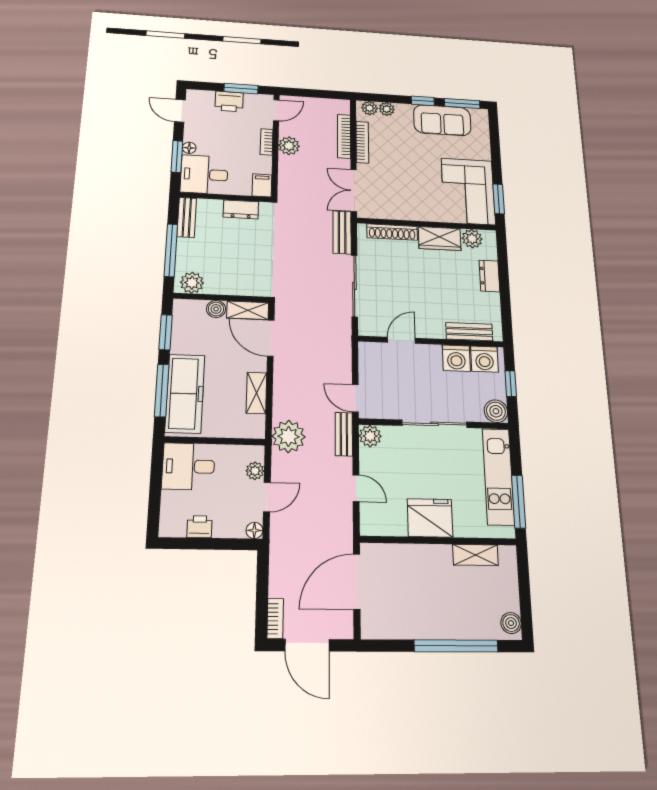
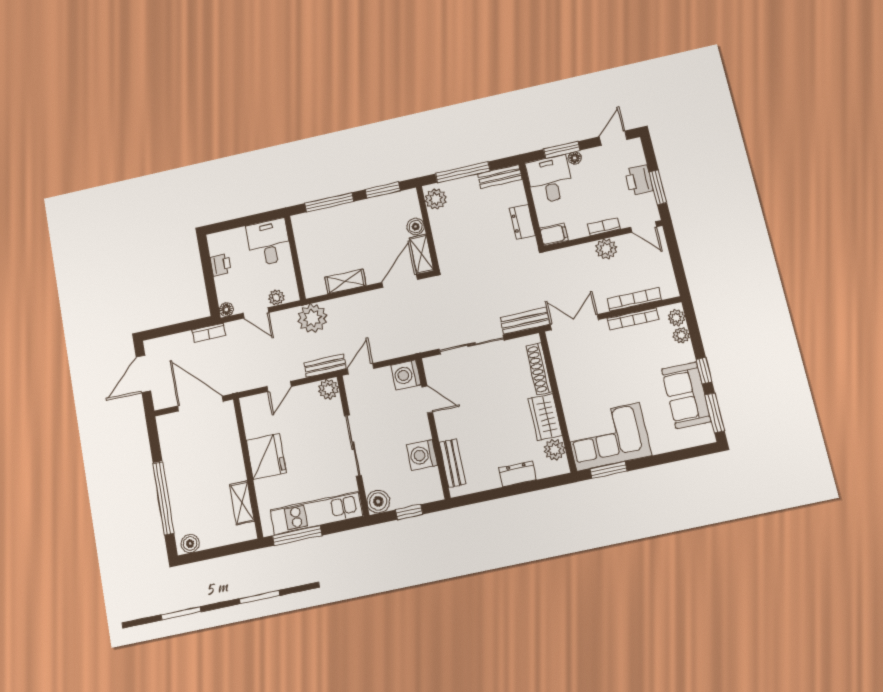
washing machine: (484, 359) -> (406, 375), moved
freezer: (185, 393) -> (331, 222), removed
bookcase: (275, 619) -> (209, 333), moved

